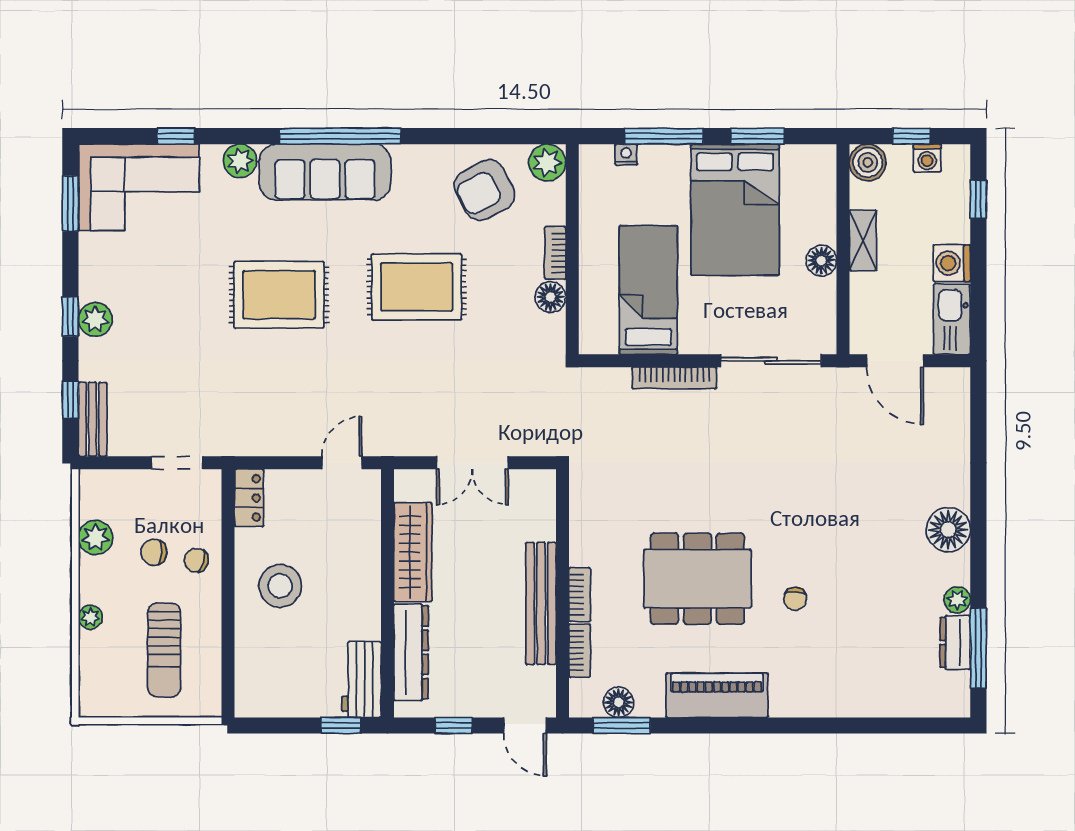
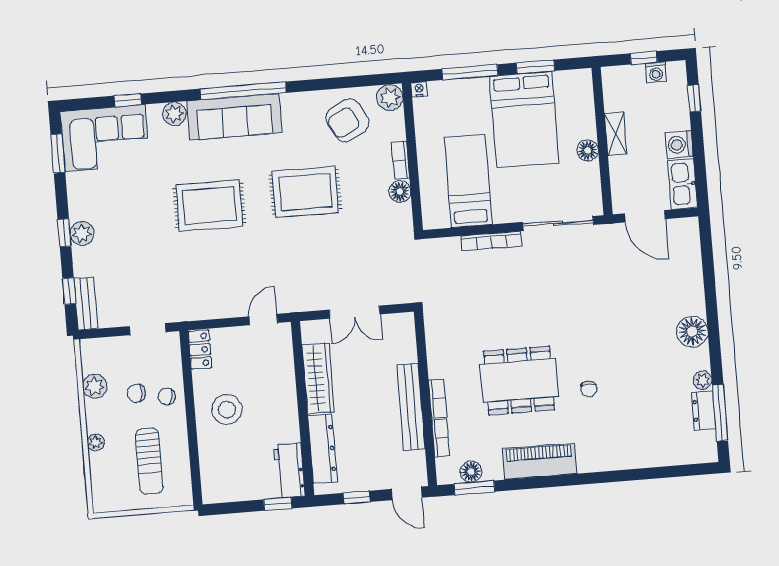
nightstand: (626, 155) -> (419, 89), moved
boiler: (868, 162) -> (614, 79), removed

